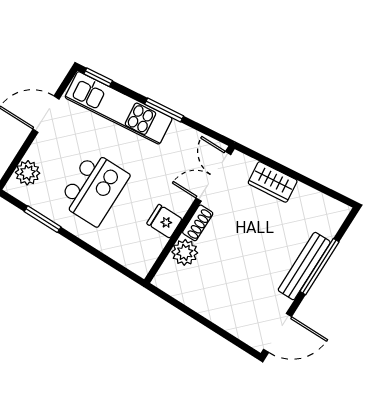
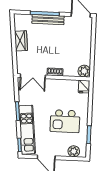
wardrobe: (273, 182) -> (21, 41), moved
kitchen island: (94, 189) -> (65, 121), turned 180
fridge: (164, 221) -> (84, 87), moved
plant: (185, 252) -> (84, 71), moved

